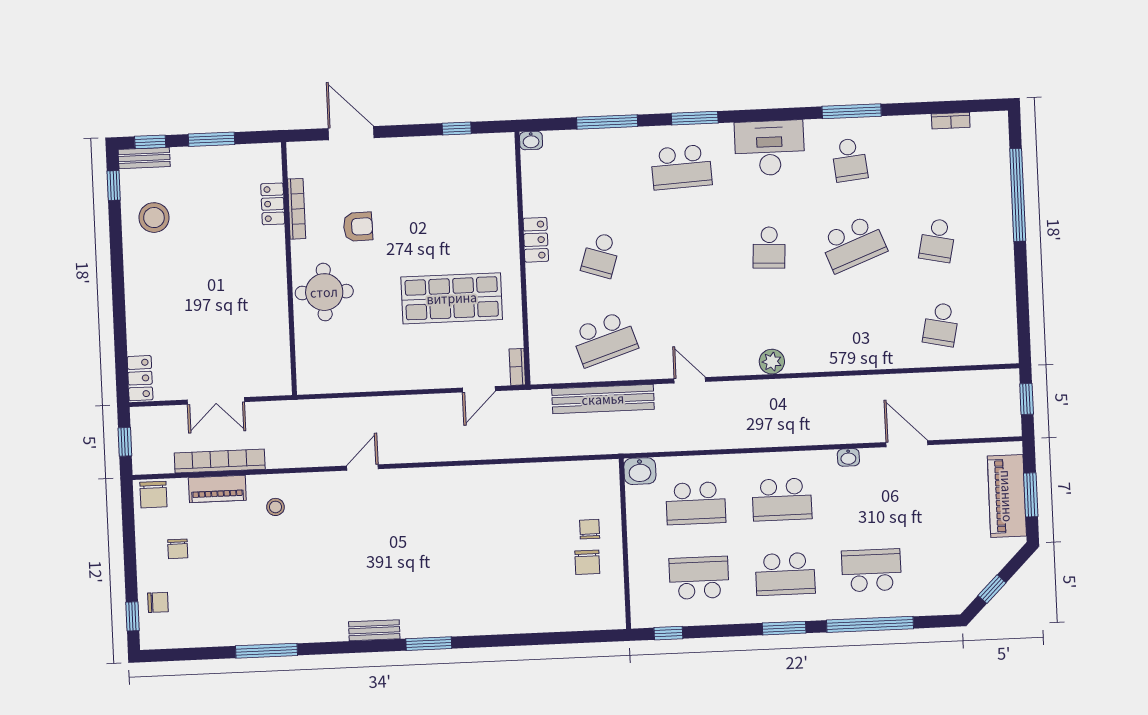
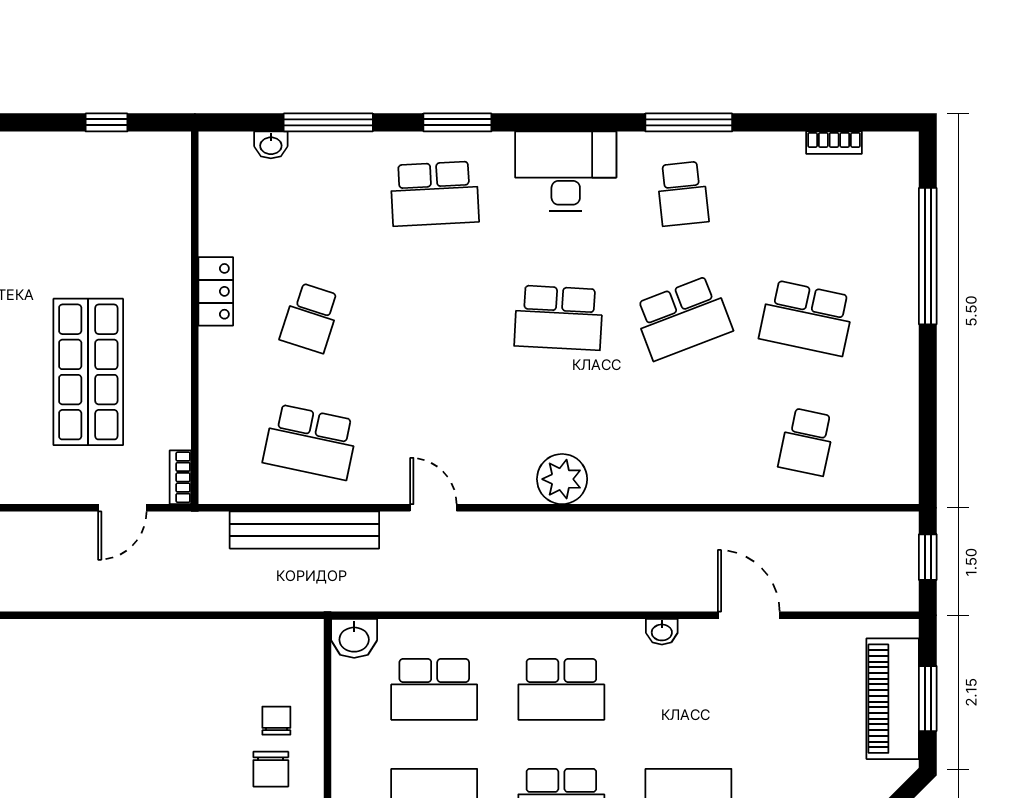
washbasin: (531, 141) -> (271, 145), moved
school desk: (937, 240) -> (807, 318), width x1.85
school desk: (769, 248) -> (559, 318), width x1.85
shop shelf: (452, 298) -> (88, 372), turned 90
school desk: (605, 339) -> (311, 442), turned 30
plant: (772, 362) -> (562, 479), width x1.36, depth x1.36

